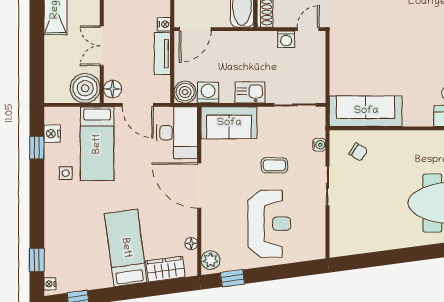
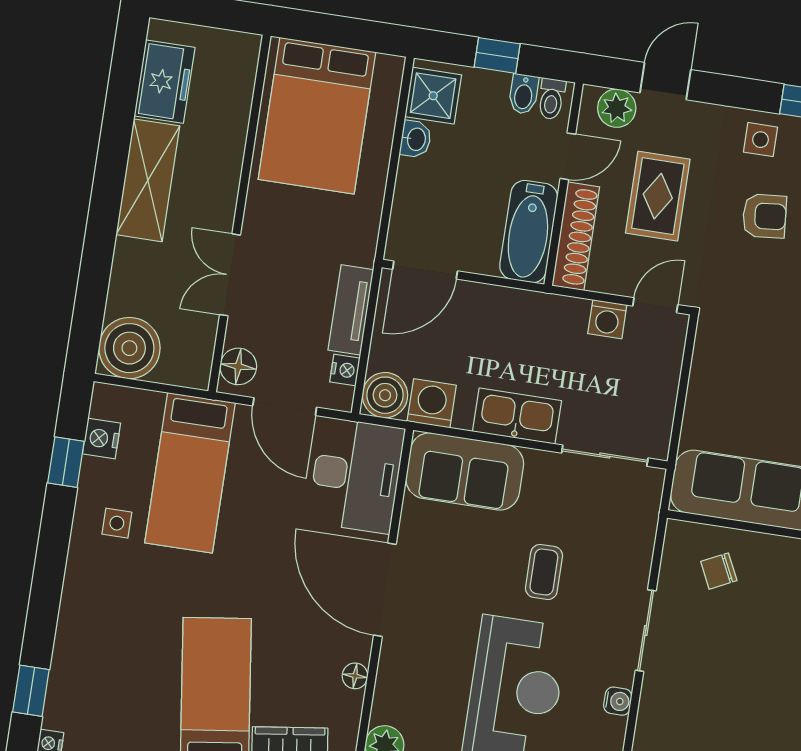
nightstand: (164, 24) -> (345, 370), moved
boiler: (85, 88) -> (129, 348), moved
kitchen sink: (250, 92) -> (517, 416), width x1.38
water cooler: (319, 145) -> (618, 701), moved
chair: (358, 152) -> (719, 571), turned 122
coffee table: (274, 165) -> (544, 572), turned 90
floor lamp: (191, 244) -> (355, 676), moved

